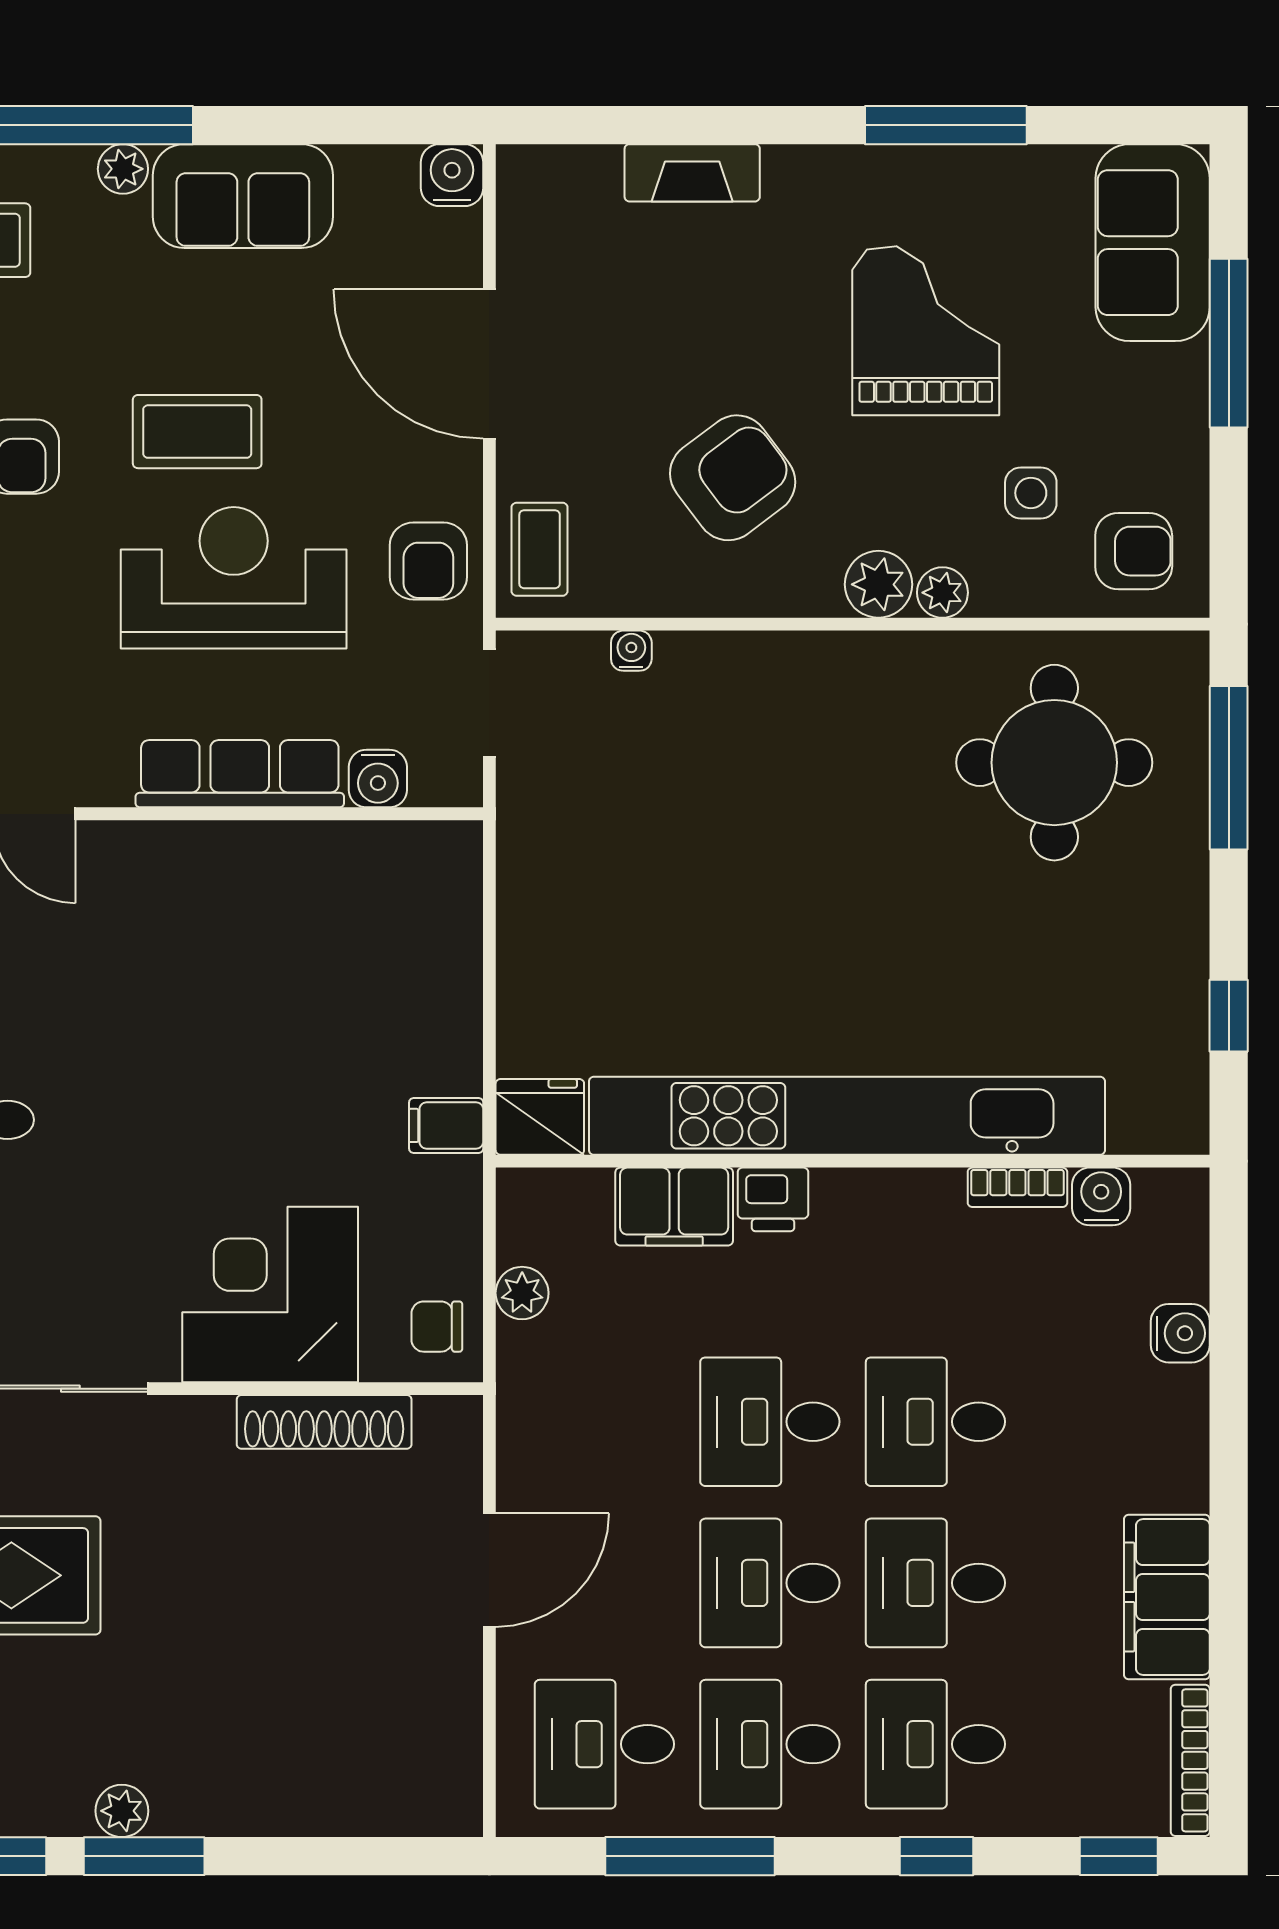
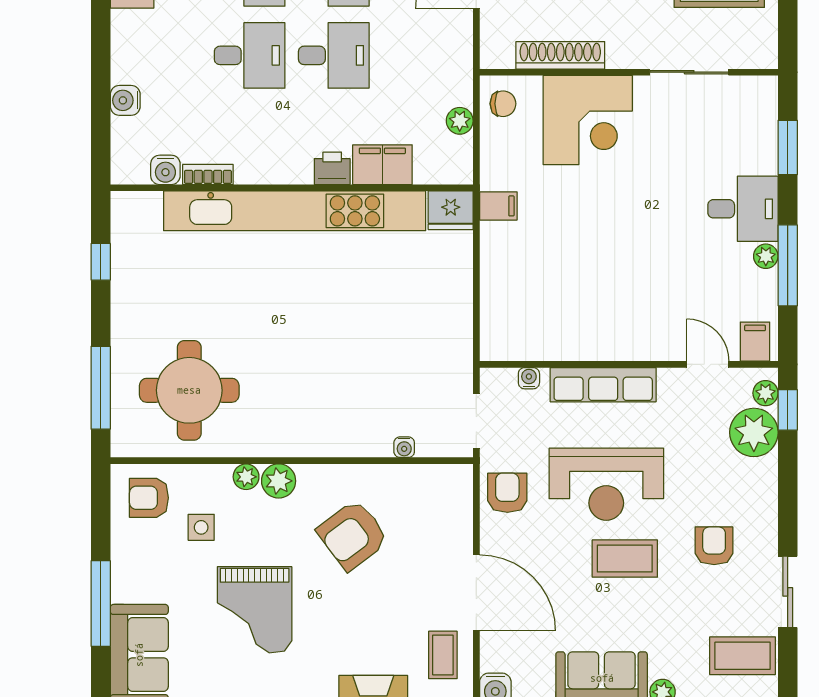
coffee table: (540, 549) -> (443, 655), moved
water cooler: (378, 778) -> (529, 378), width x0.72, depth x0.72

